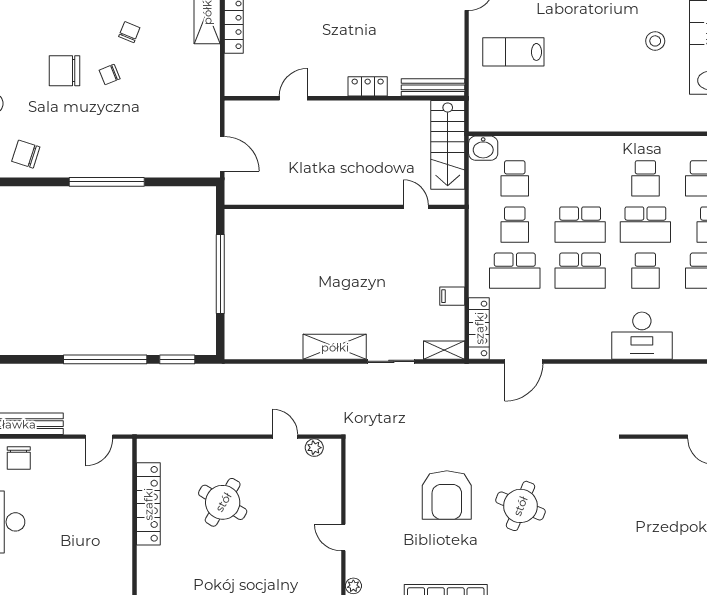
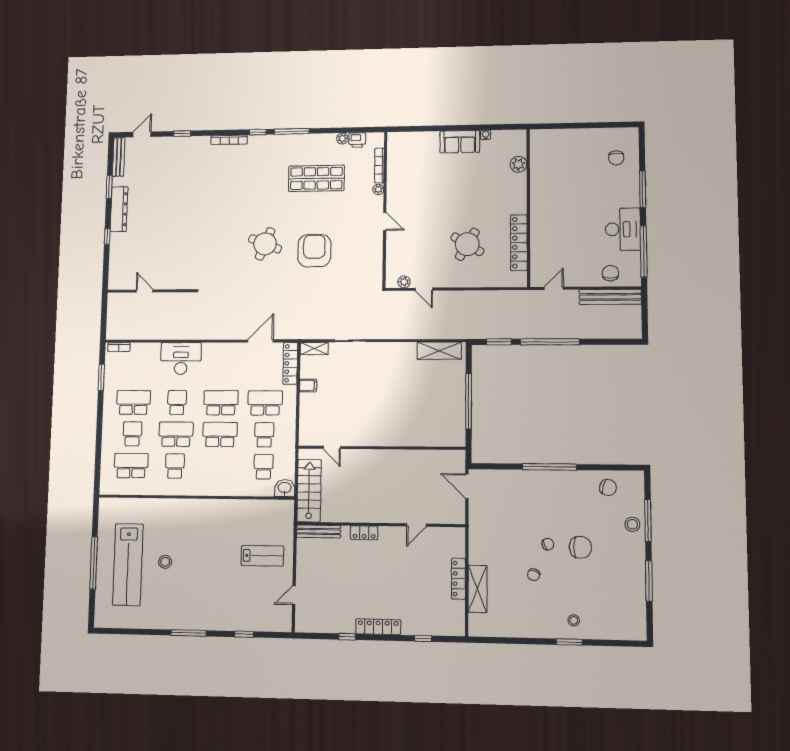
shelving: (335, 347) -> (439, 351), moved

